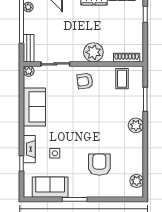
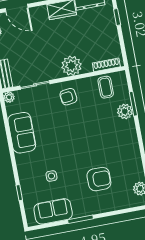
plant: (136, 125) -> (125, 111), moved
fireplace: (29, 149) -> (25, 177), removed
armchair: (99, 165) -> (99, 179), turned 90

